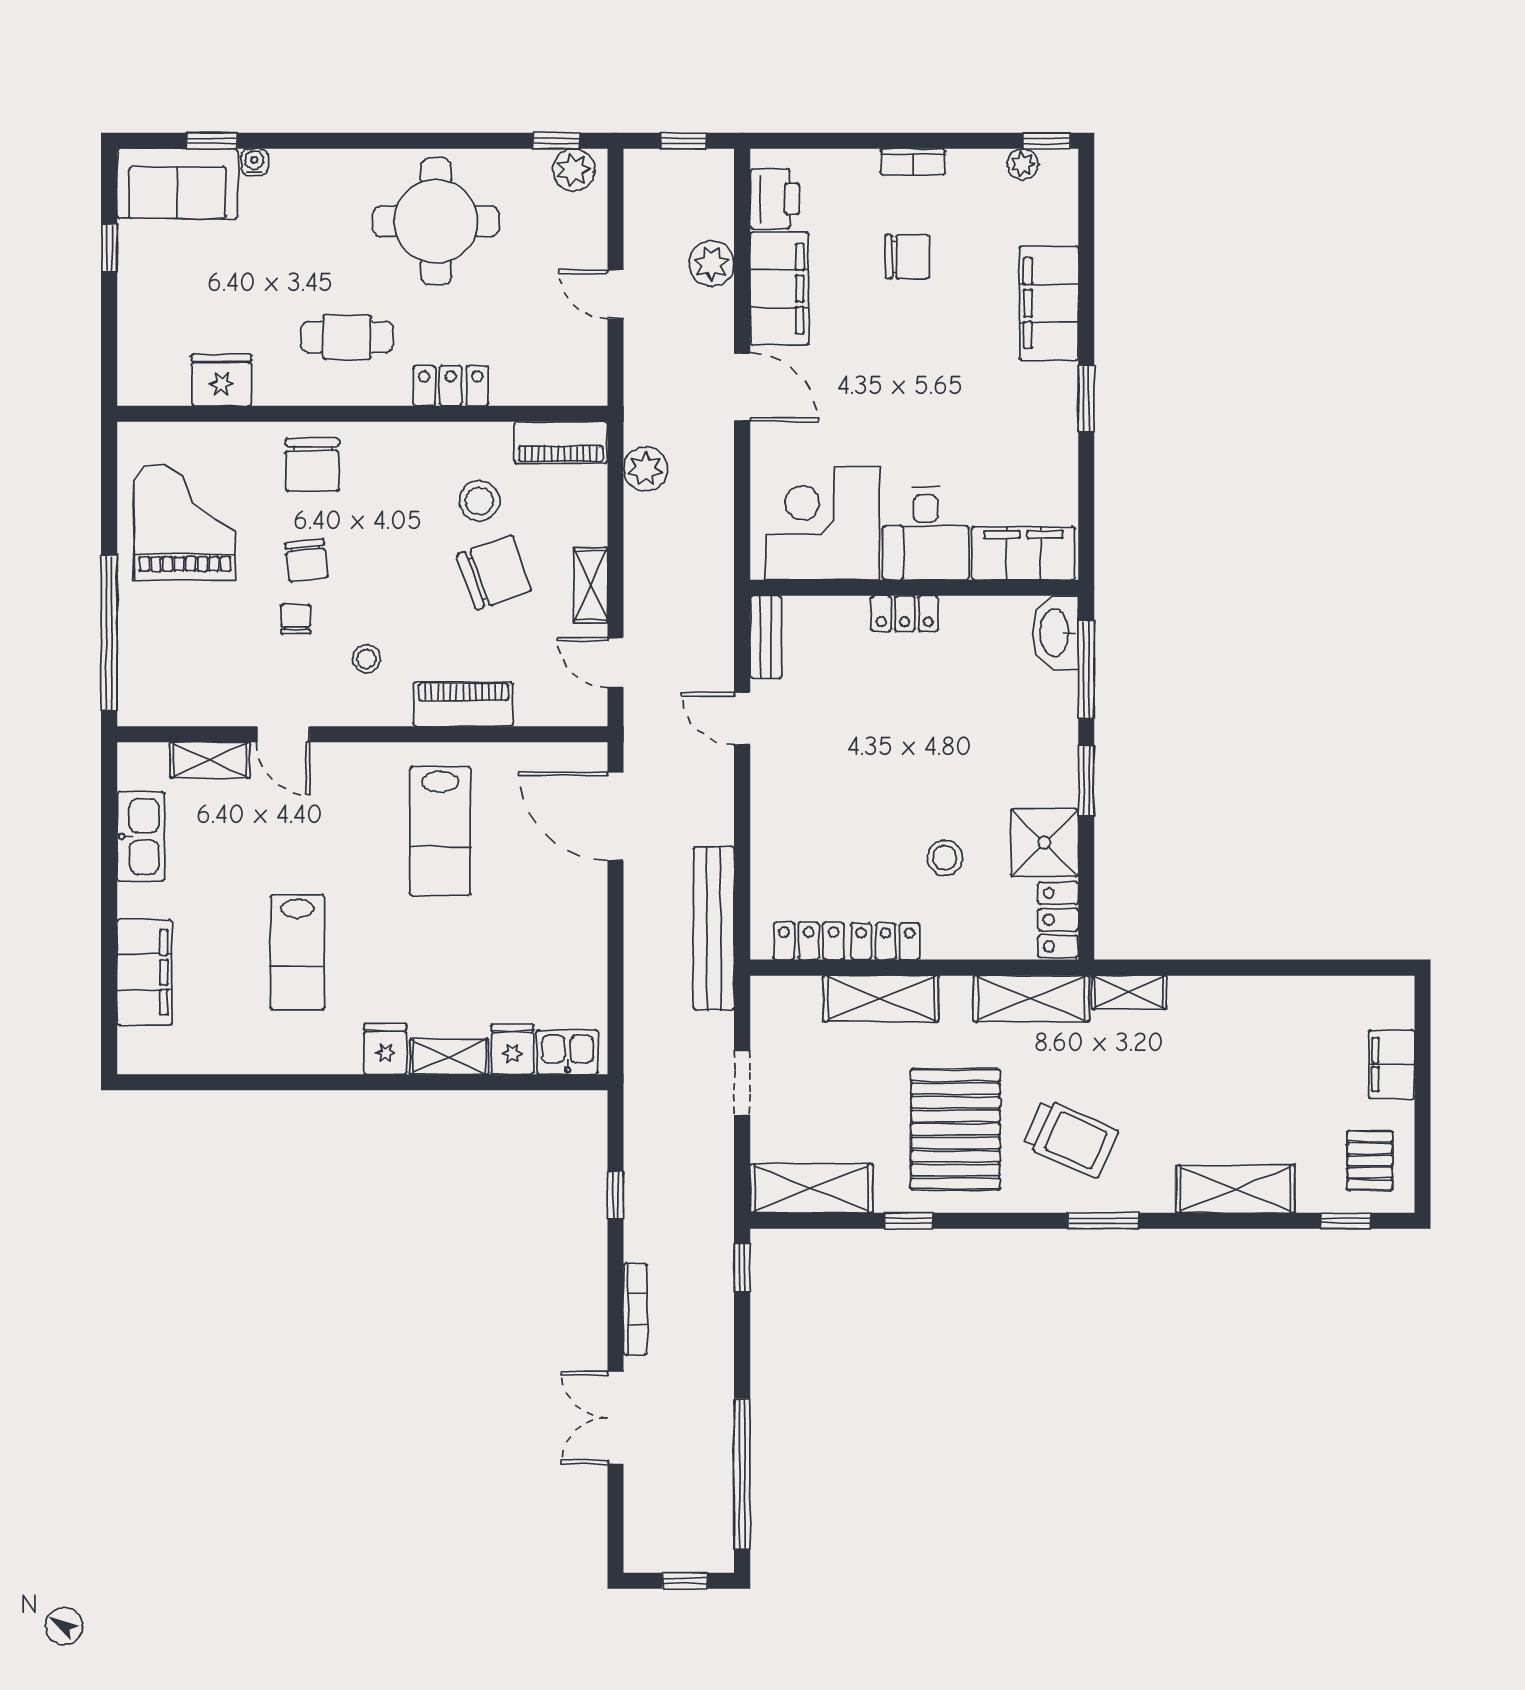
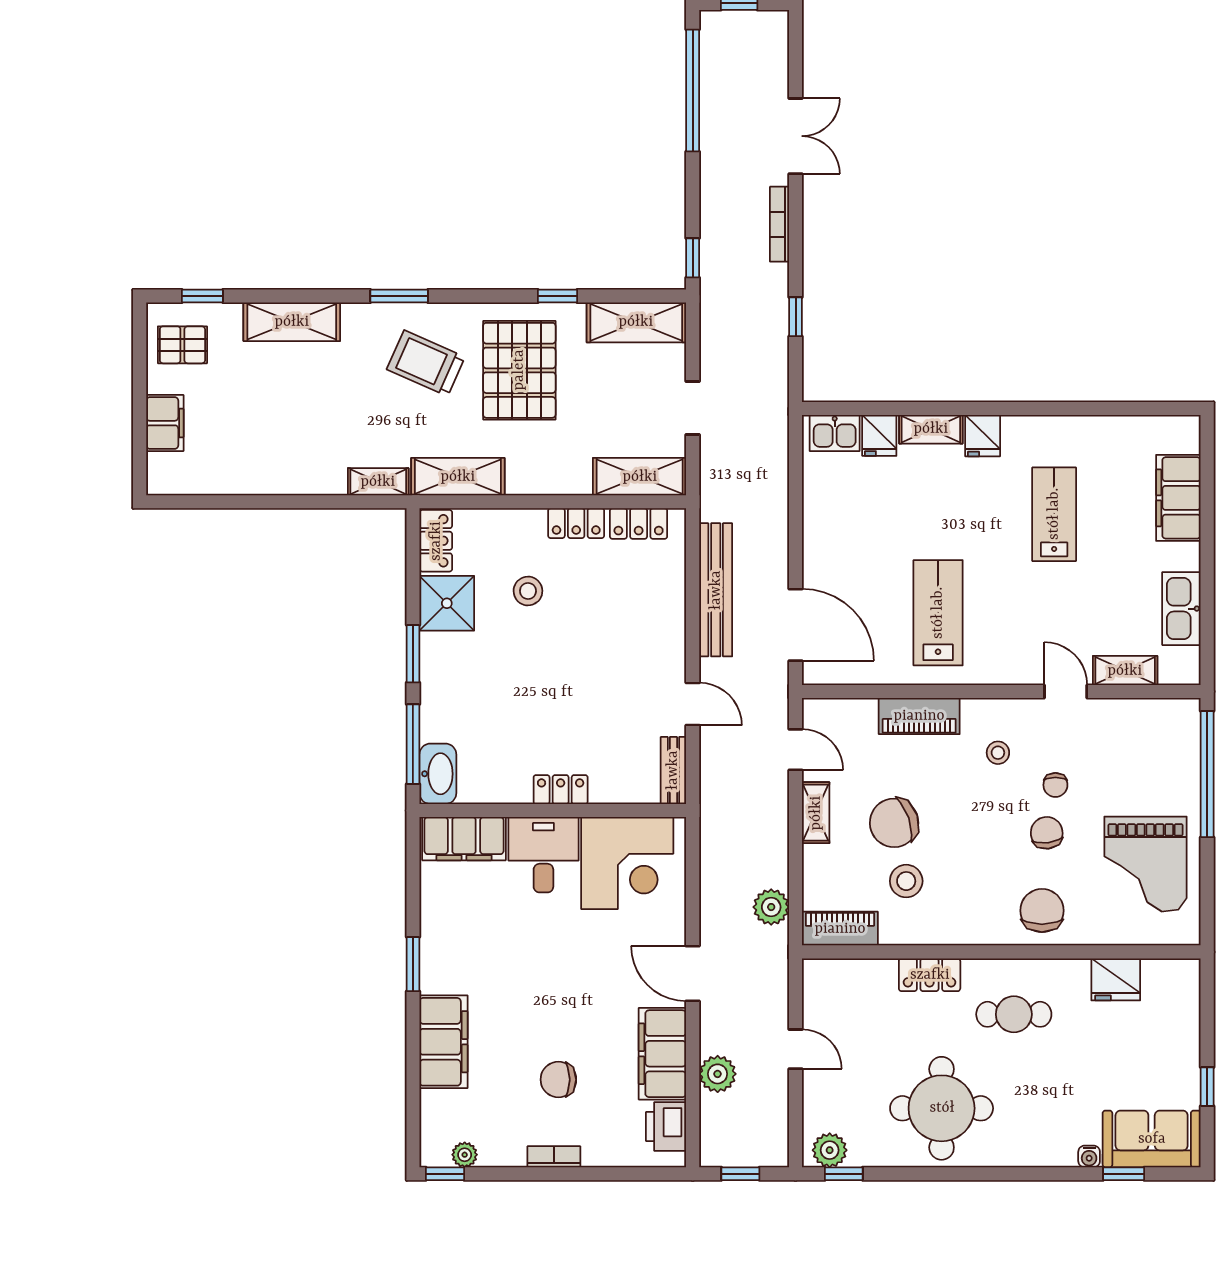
bench: (714, 928) -> (716, 590), moved
shelving: (881, 999) -> (640, 477), moved
pallet: (1370, 1161) -> (182, 345), turned 90

